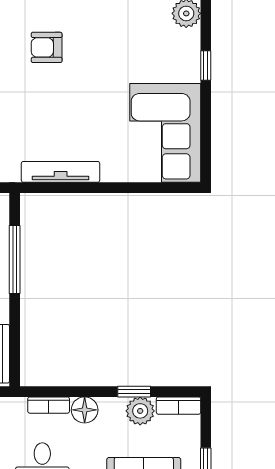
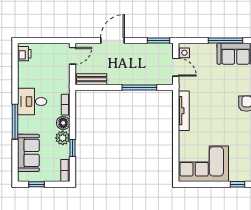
plant: (140, 411) -> (63, 138), moved

